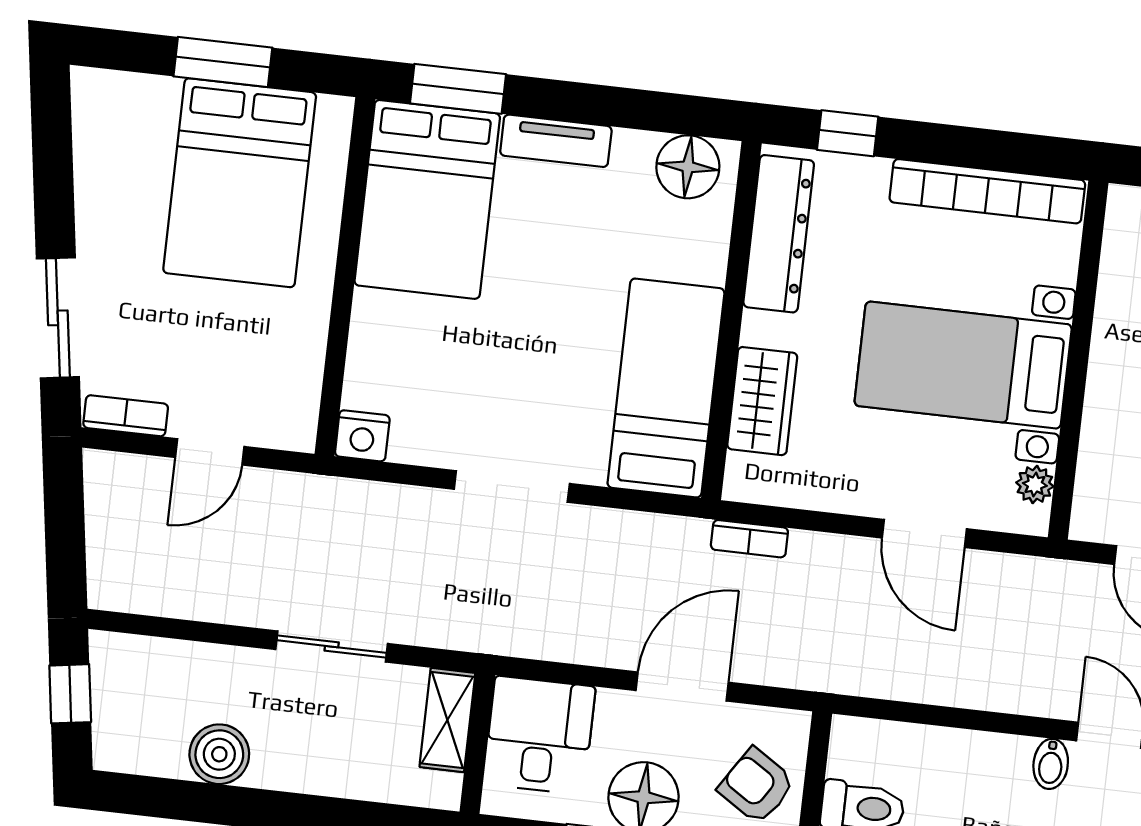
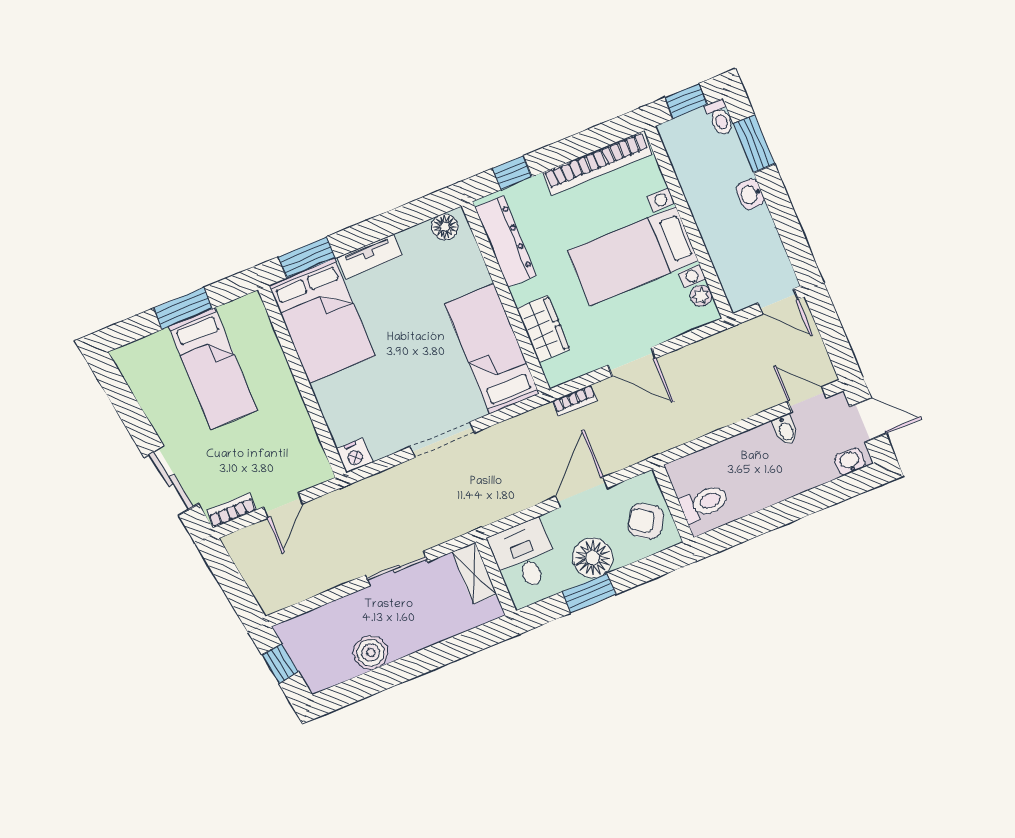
floor lamp: (688, 167) -> (445, 227), width x0.73, depth x0.73
bed: (240, 183) -> (213, 368), width x0.67
door: (924, 533) -> (632, 362), moved

